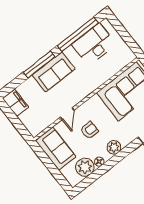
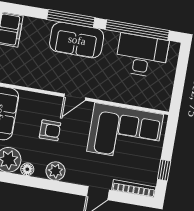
door: (67, 114) -> (75, 97), moved

